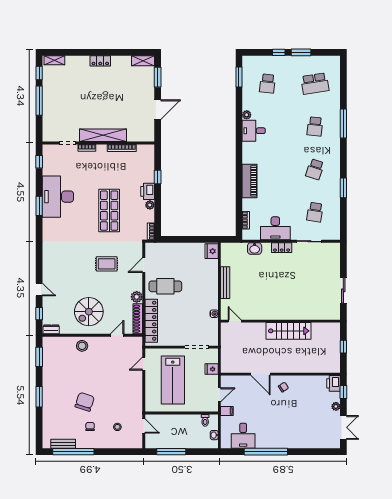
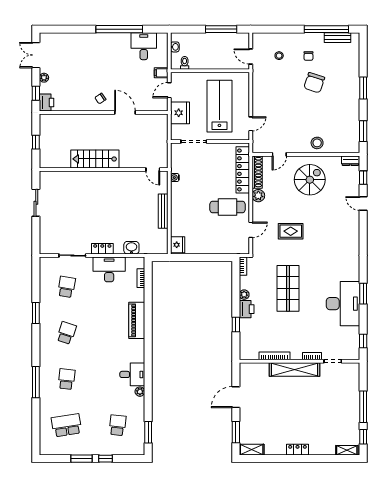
fridge: (212, 369) -> (180, 113), width x1.88, depth x1.34

